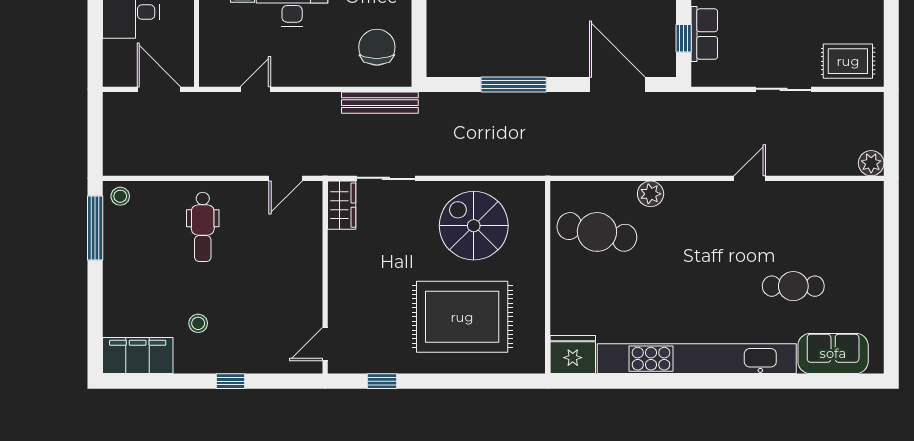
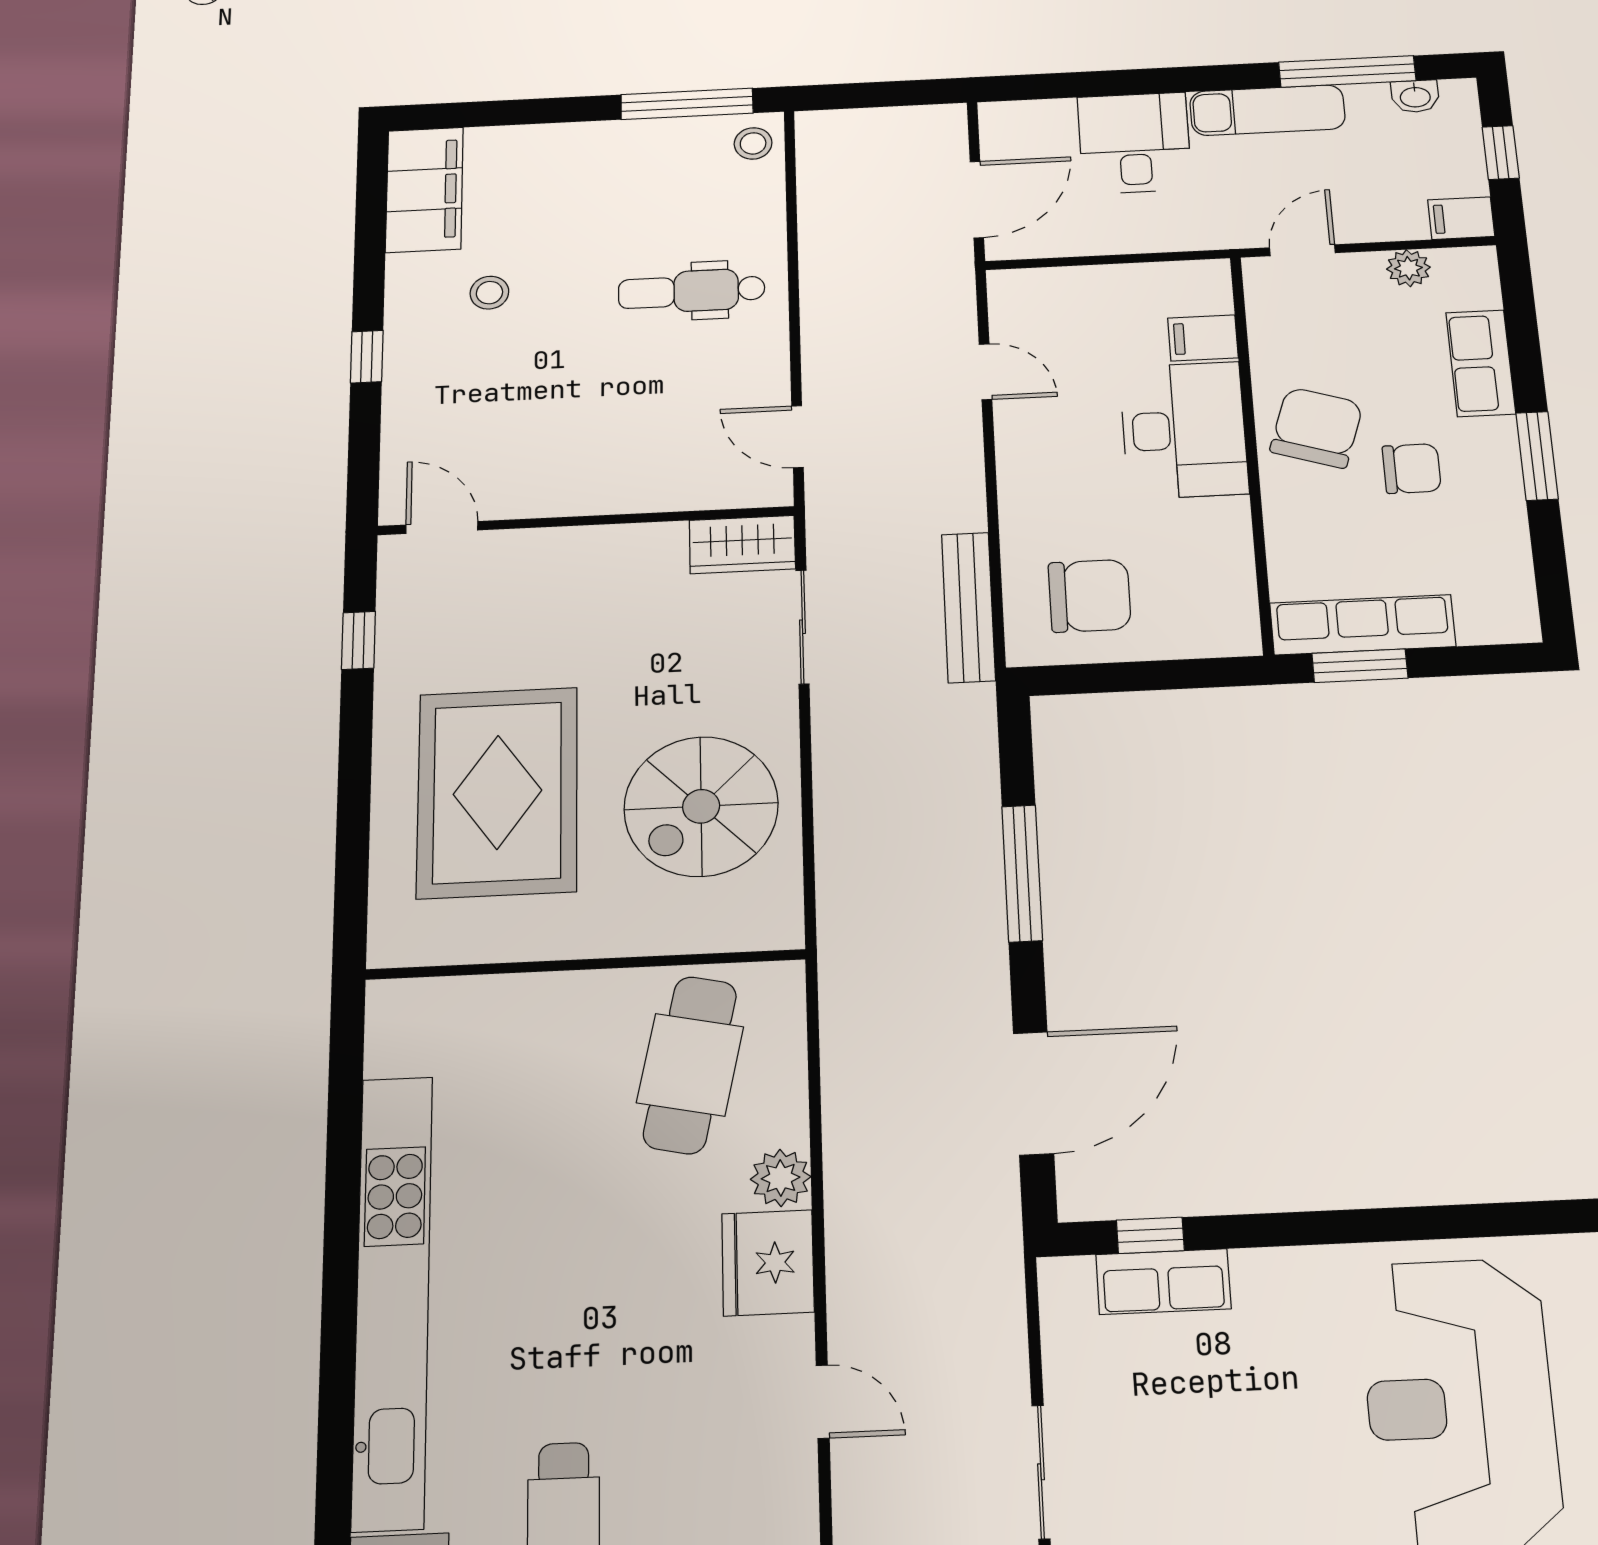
spiral stairs: (474, 226) -> (701, 806), turned 180
fridge: (573, 355) -> (768, 1263), moved, turned 180

